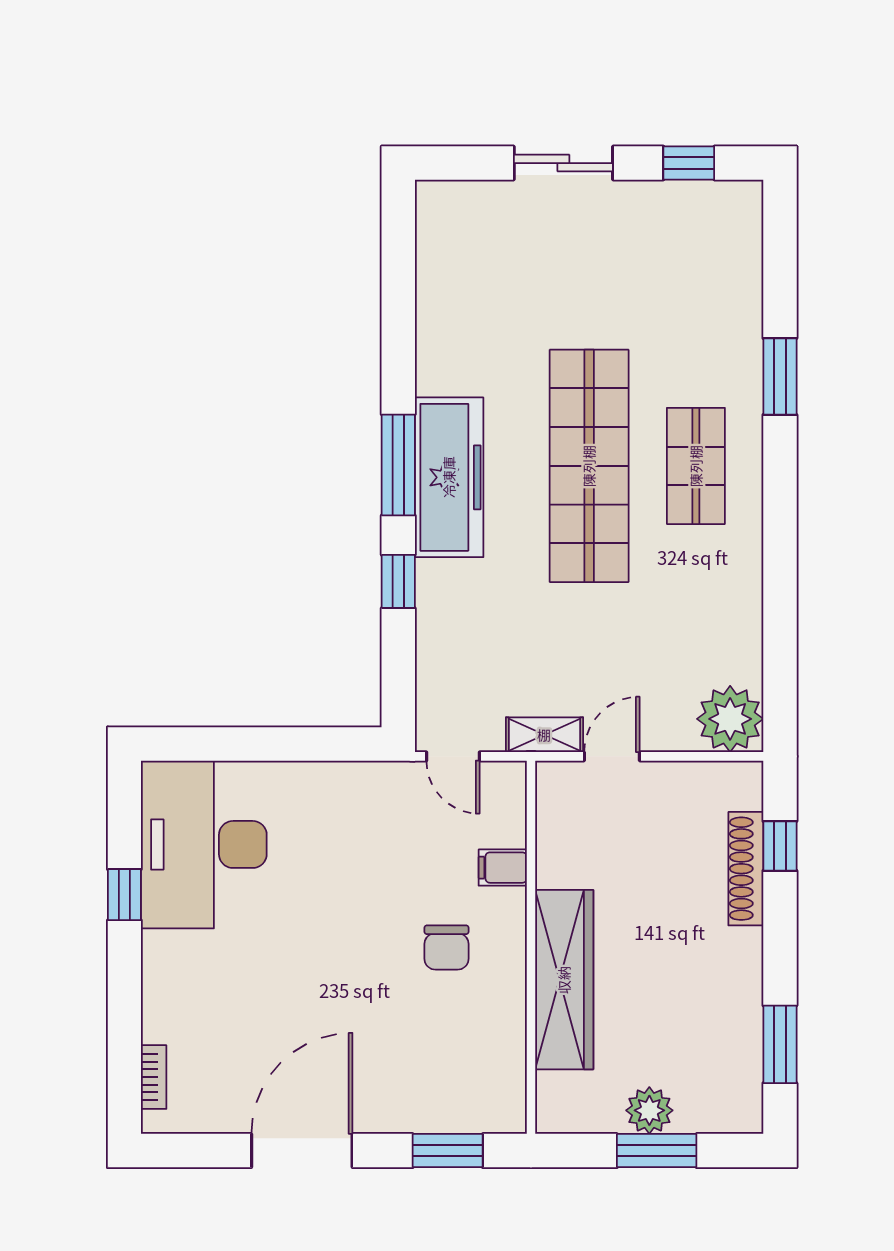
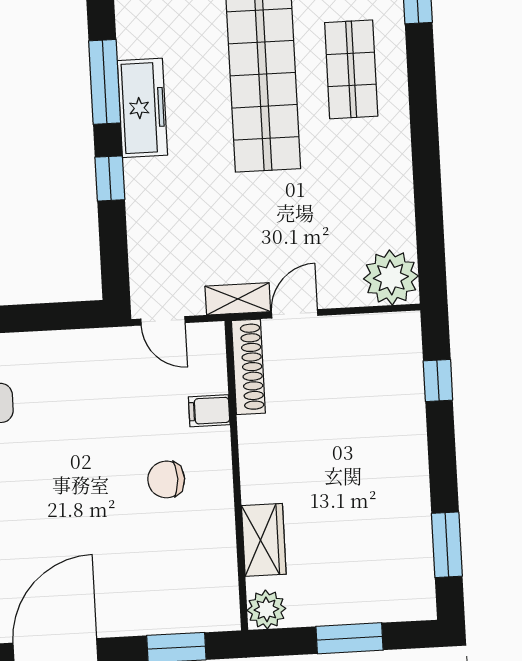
freezer: (449, 477) -> (142, 108), width x0.73, depth x0.79
shoe rack: (746, 869) -> (248, 367), moved, turned 180
chair: (446, 947) -> (166, 479), turned 90
wardrobe: (564, 980) -> (264, 540), width x0.48, depth x0.85
plant: (649, 1110) -> (266, 609), moved

